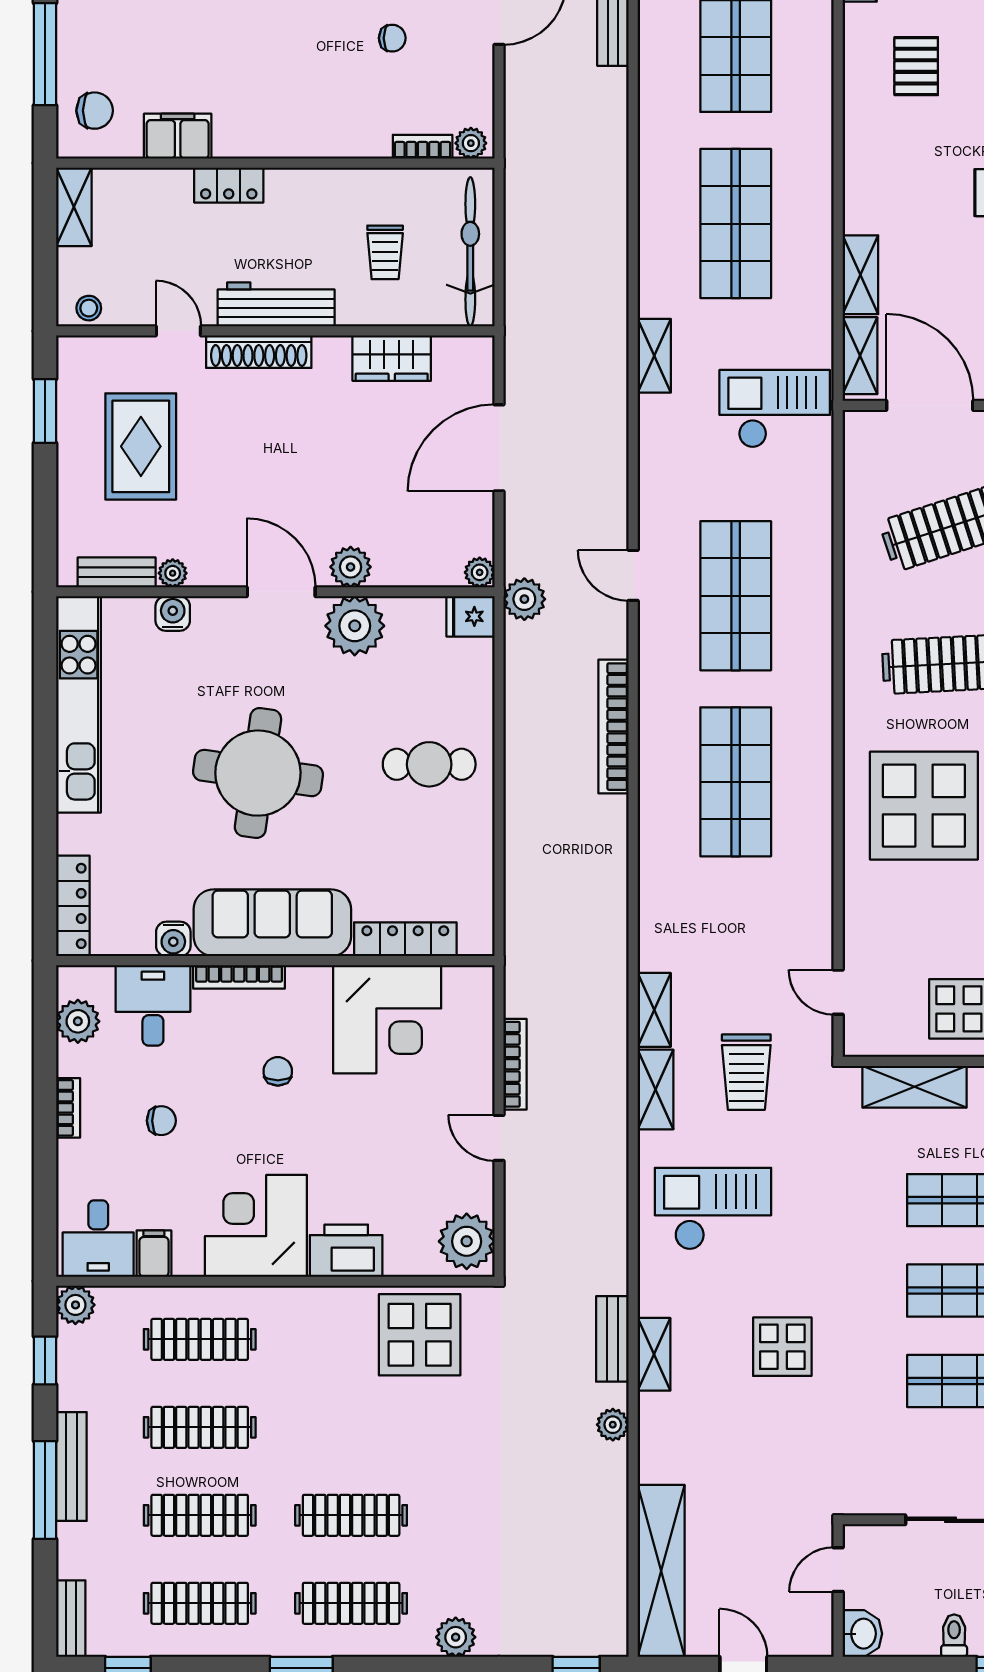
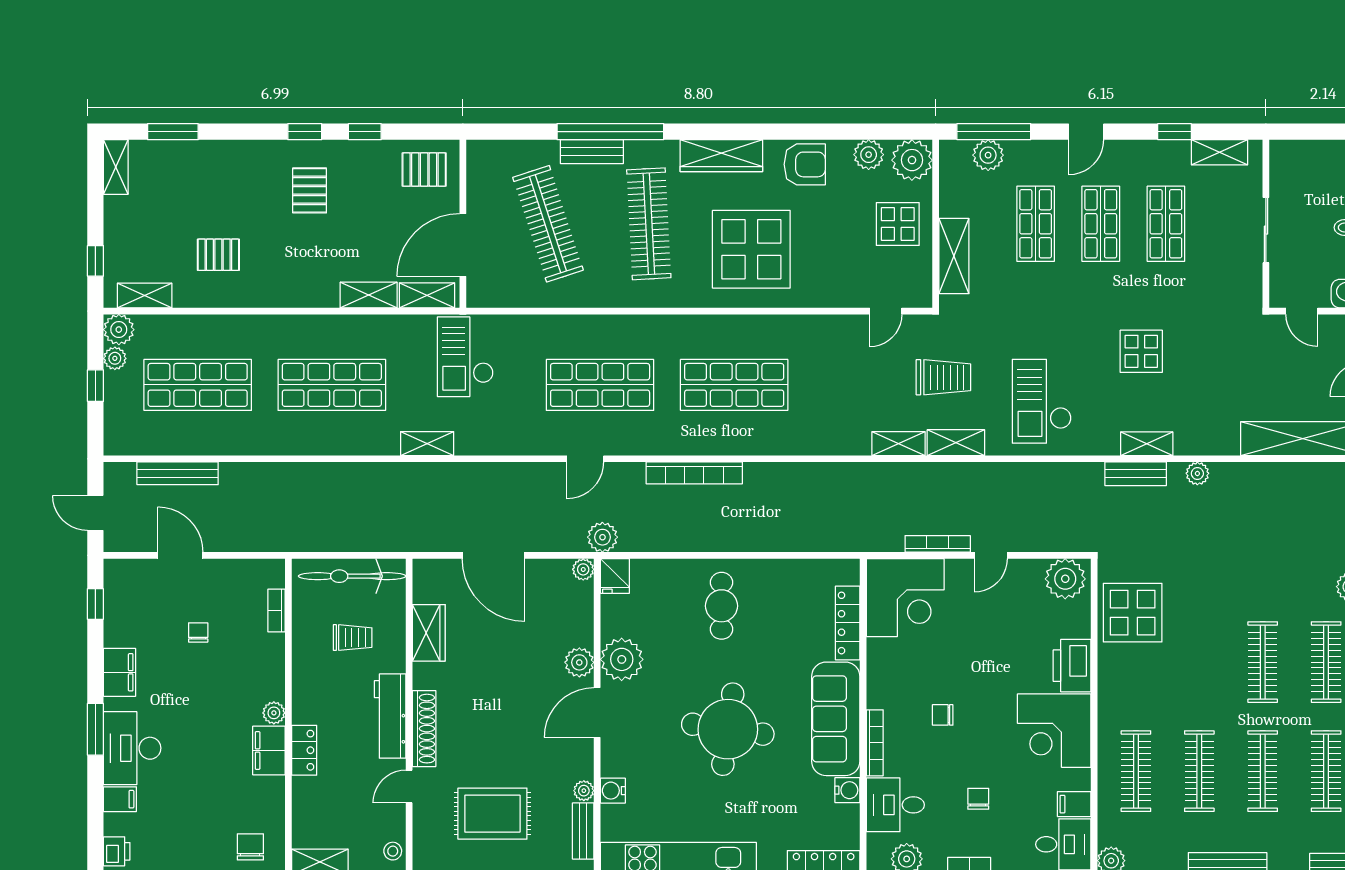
filing cabinet: (178, 136) -> (269, 750), moved
plant: (471, 143) -> (274, 713), moved
corner desk: (387, 1019) -> (905, 598), moved, turned 90

